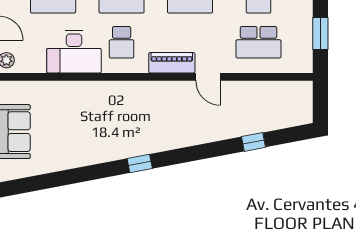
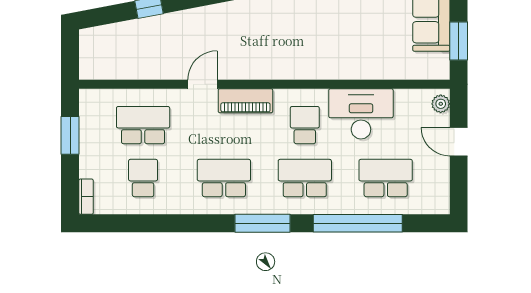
door: (208, 77) -> (202, 84), hinge flipped

